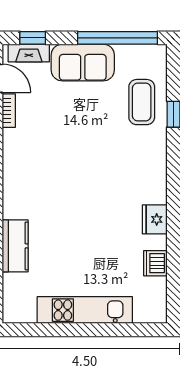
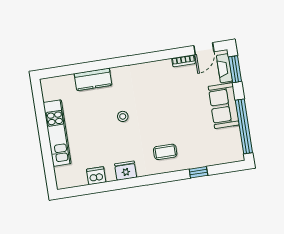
window: (33, 38) -> (235, 69), width x1.50
coffee table: (142, 102) -> (165, 152), moved, width x0.73, depth x0.77
stool: (76, 211) -> (123, 116), added

